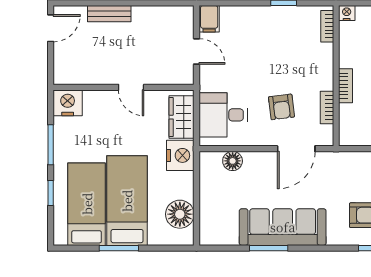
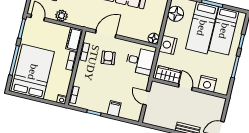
filing cabinet: (209, 19) -> (114, 109), moved
nightstand: (68, 103) -> (207, 84), moved
wardrobe: (182, 117) -> (168, 75), moved, turned -90
cot: (350, 125) -> (74, 39), added
floor lamp: (233, 161) -> (154, 38), moved

